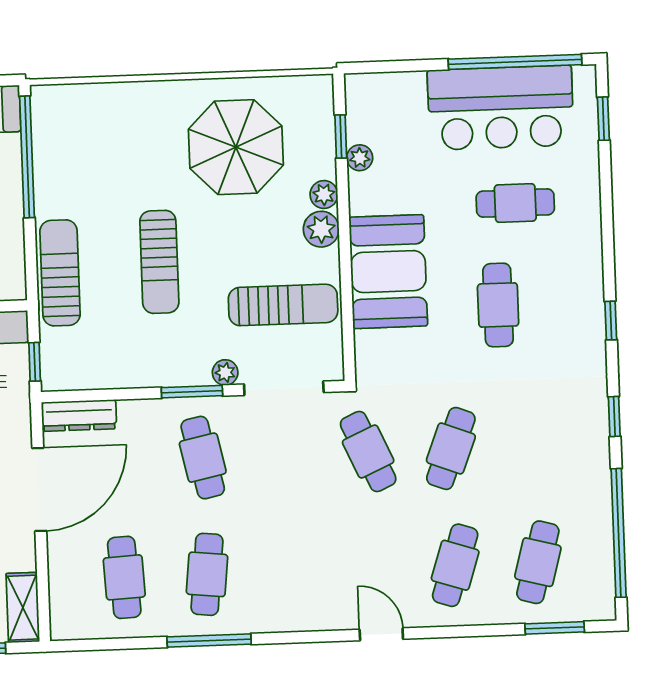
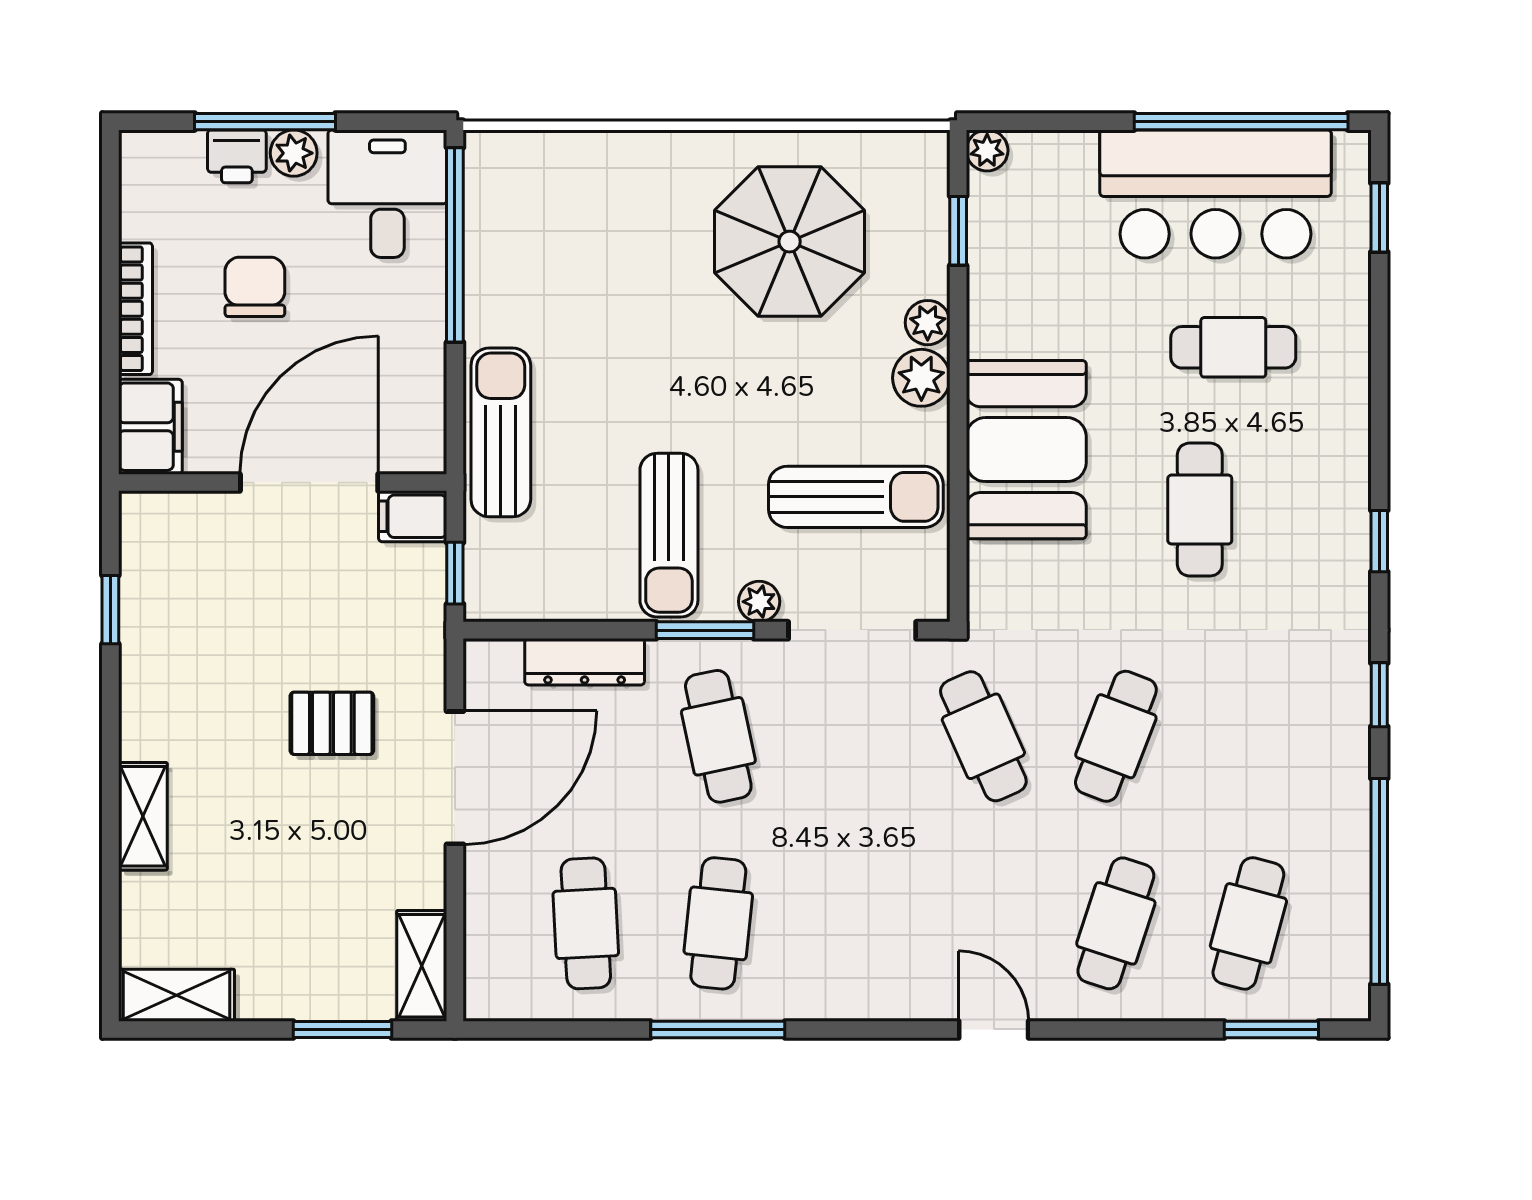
plant: (360, 158) -> (987, 150), moved
sun lounger: (159, 262) -> (669, 535), moved
dresser: (79, 416) -> (585, 662), moved

